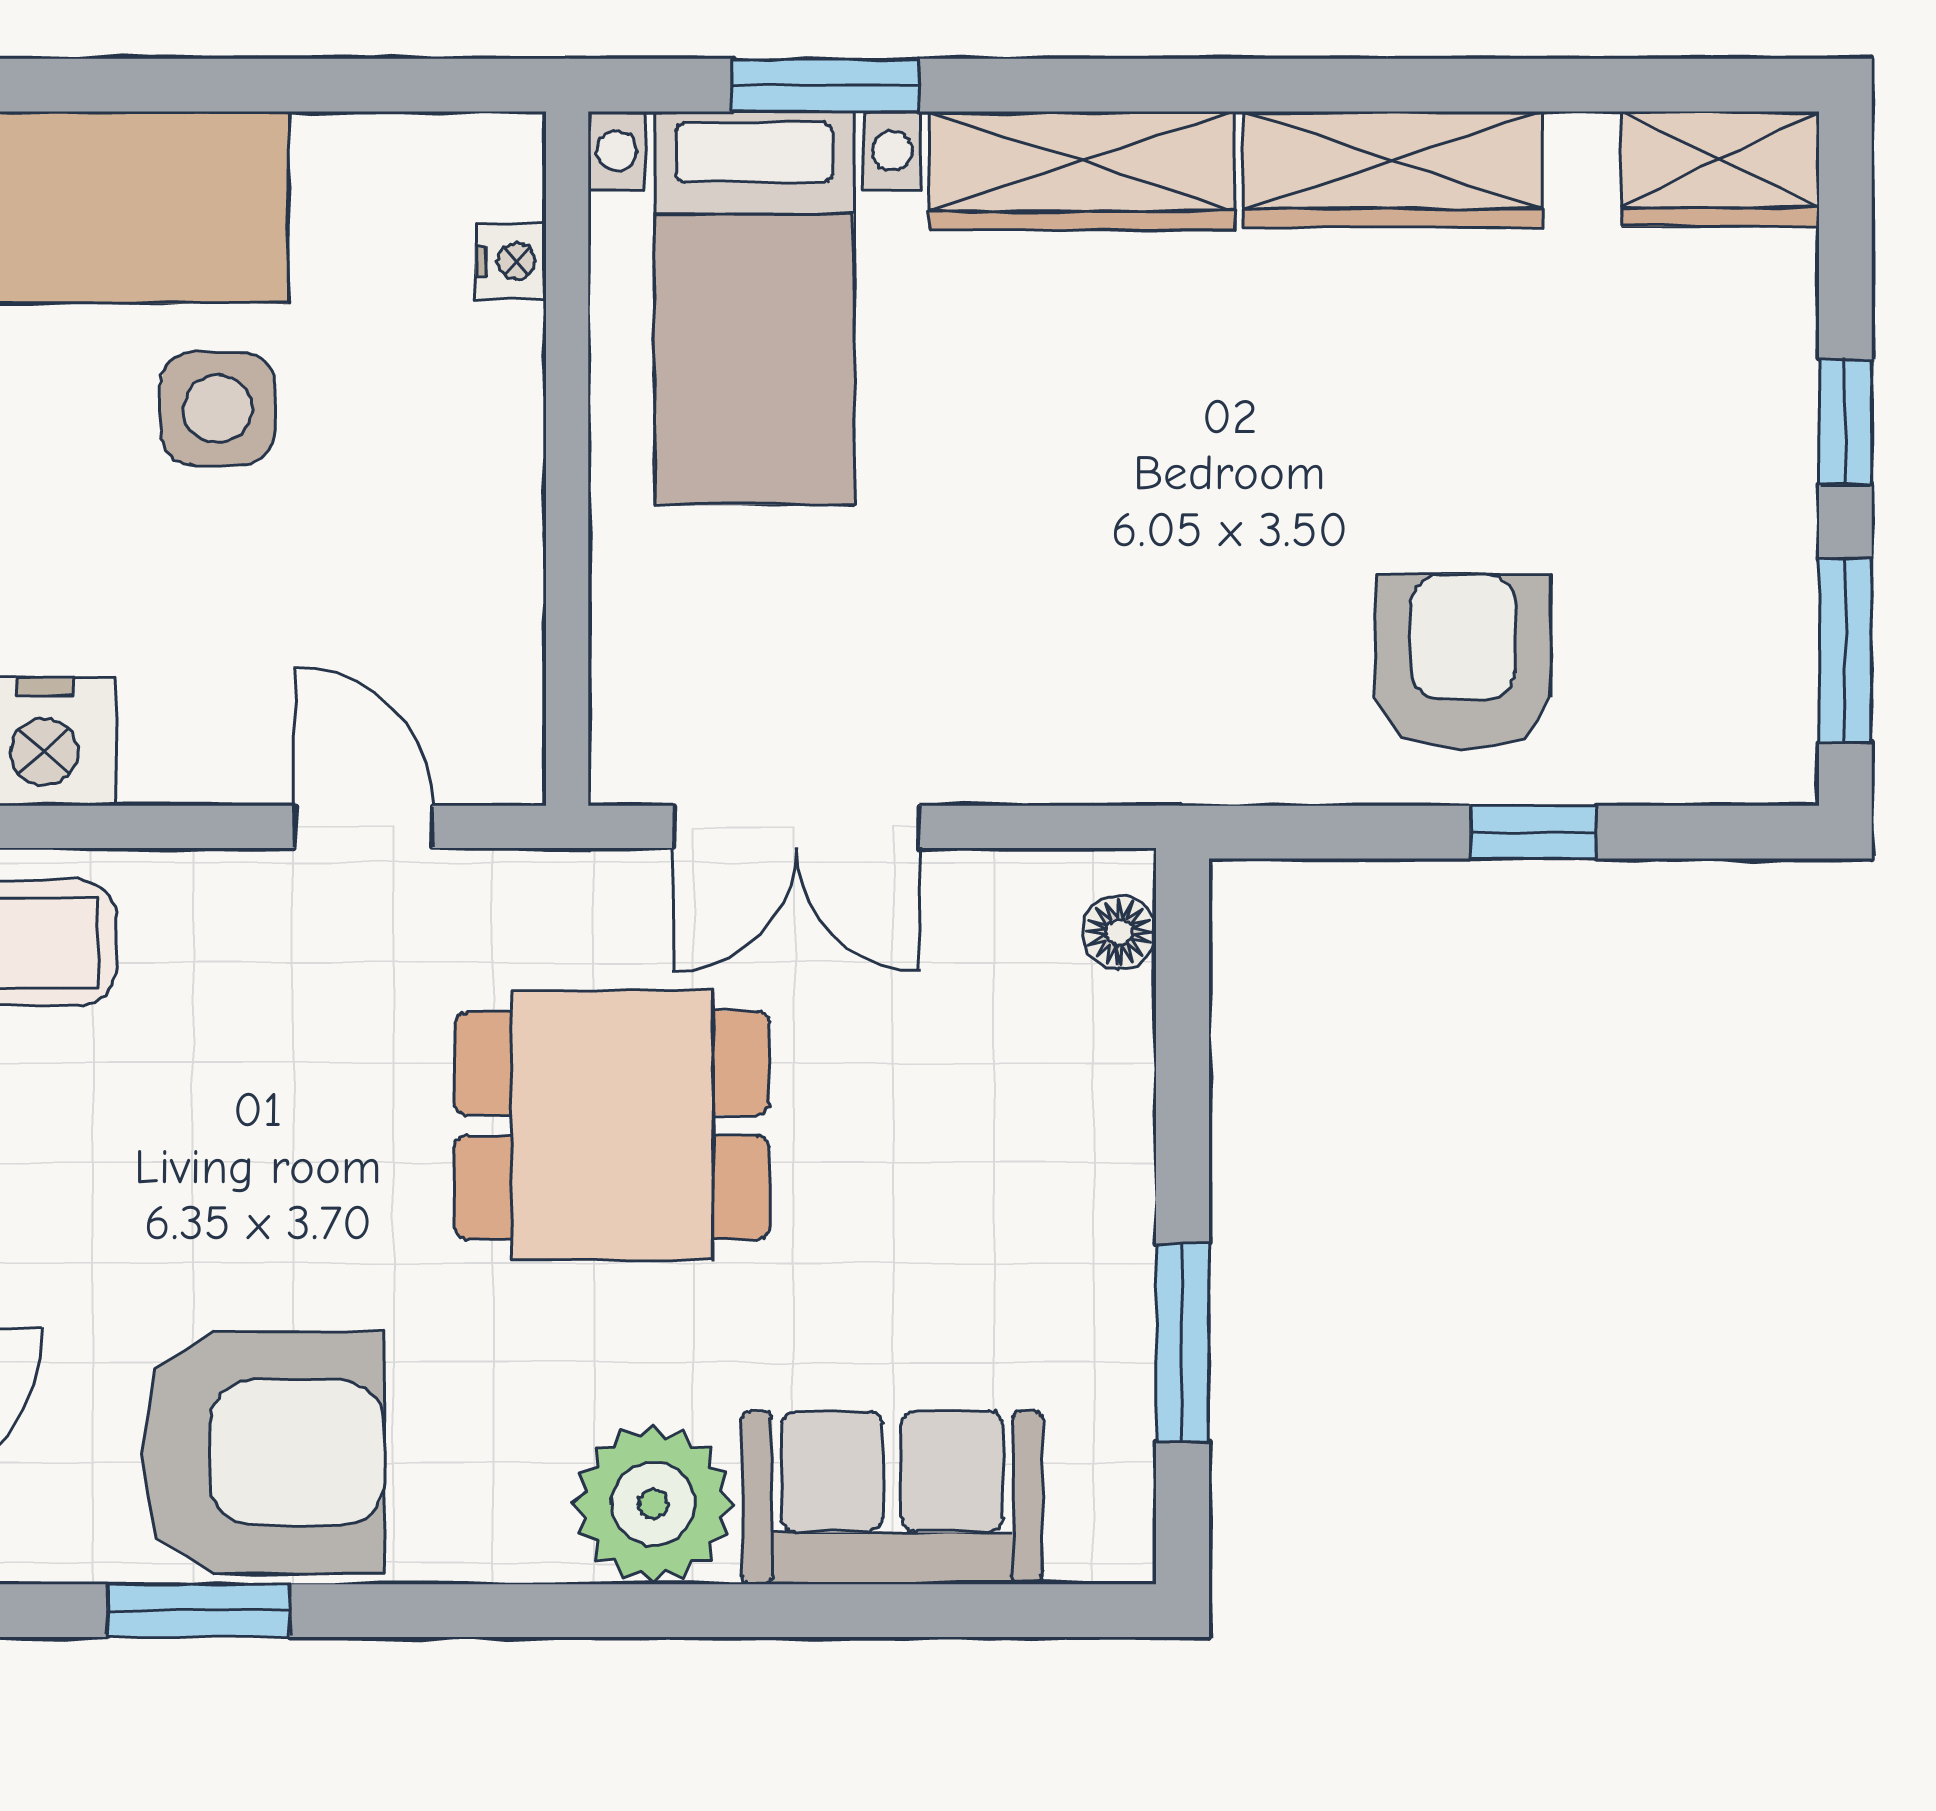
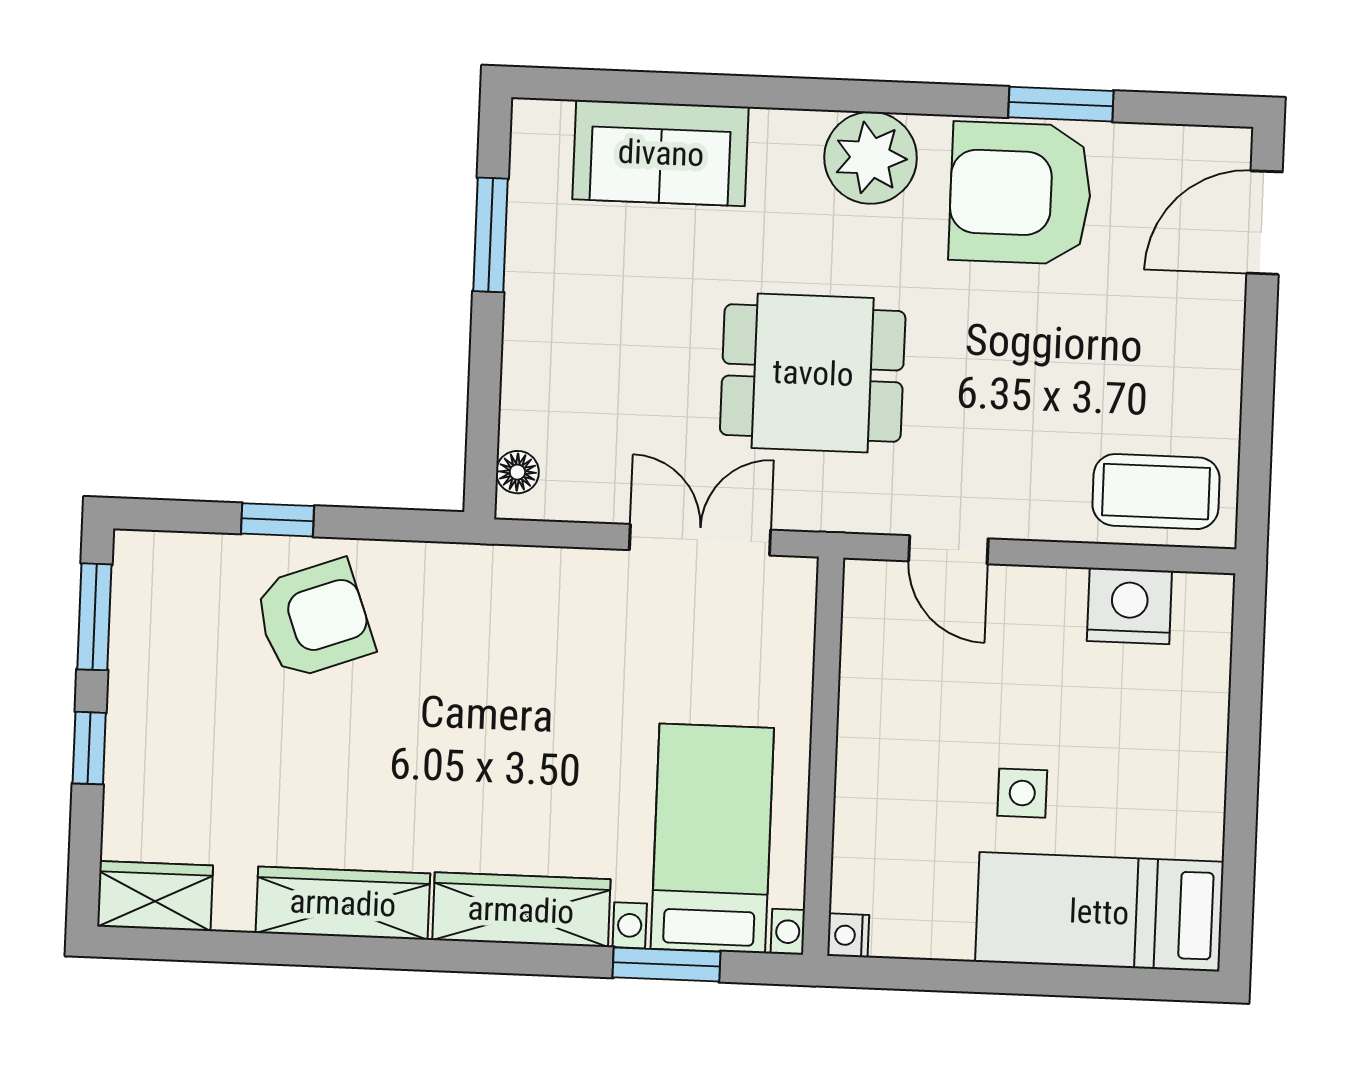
nightstand: (511, 261) -> (848, 935), moved
side table: (218, 409) -> (1022, 793), width x0.73, depth x0.73
armchair: (1463, 662) -> (314, 619), turned -110
plant: (653, 1504) -> (871, 158), moved

